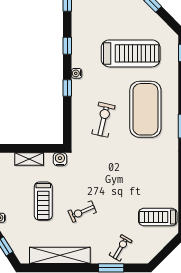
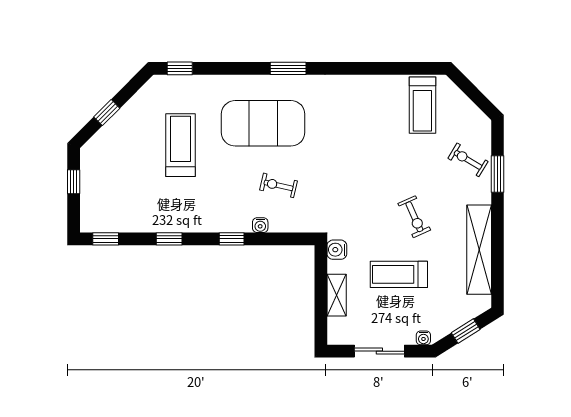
treadmill: (131, 53) -> (181, 145), width x0.73, depth x0.73
water cooler: (77, 73) -> (260, 225), moved
exercise bike: (103, 120) -> (279, 185), width x0.73, depth x0.72
treadmill: (43, 201) -> (399, 274), turned 180

